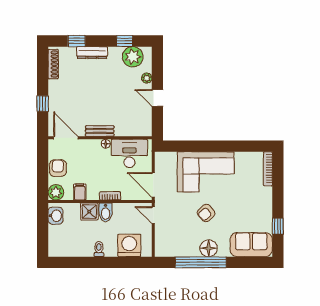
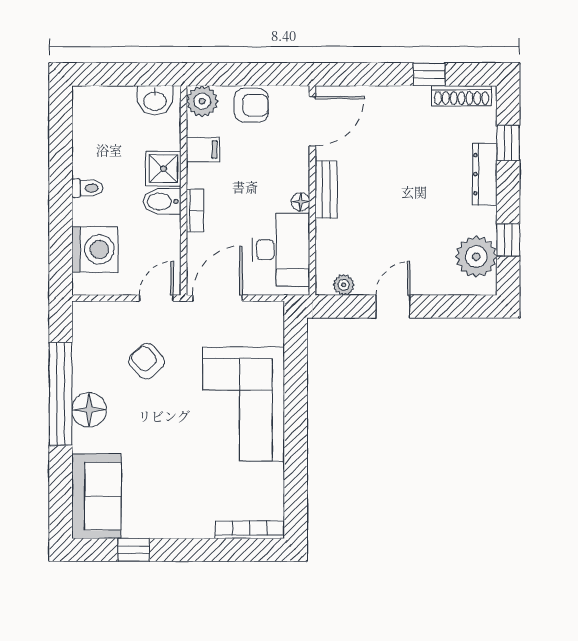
plant: (147, 78) -> (344, 285), moved
window: (43, 104) -> (429, 74), moved
armchair: (206, 213) -> (147, 361), moved

